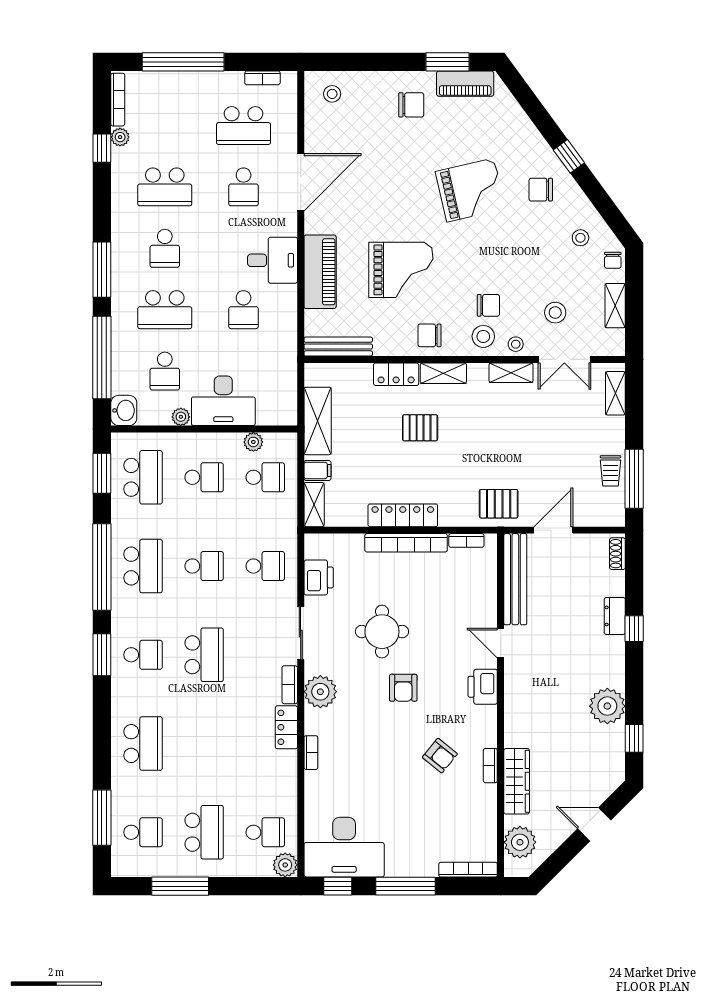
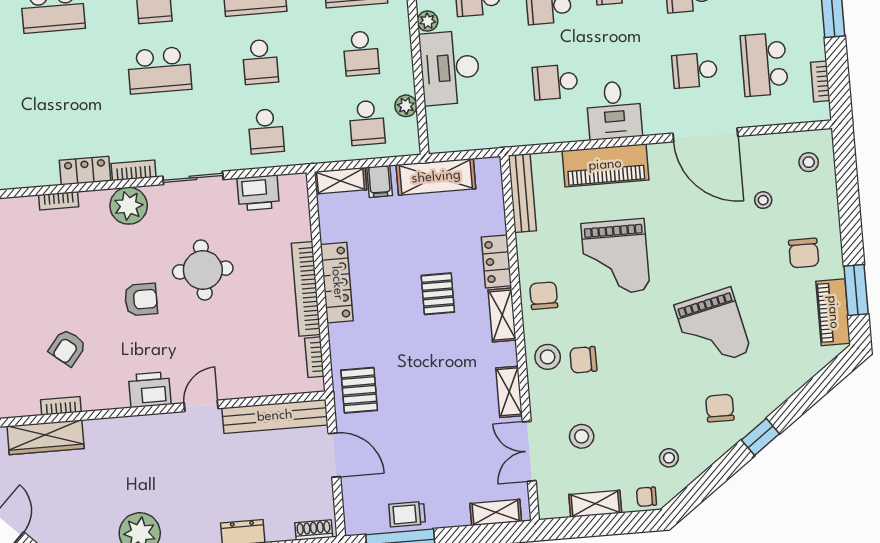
chair: (488, 305) -> (583, 360), turned 90
stool: (516, 344) -> (763, 200), moved
armchair: (403, 688) -> (141, 300), turned 180

